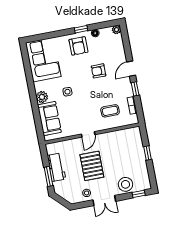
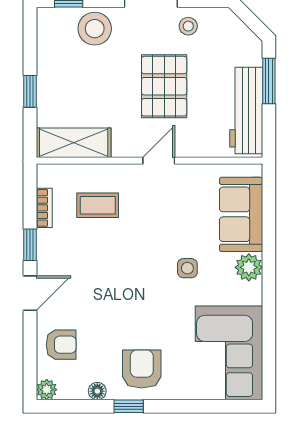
armchair: (99, 71) -> (61, 345), moved
shelving: (125, 135) -> (74, 143), added
workbench: (56, 167) -> (246, 111), width x1.38

